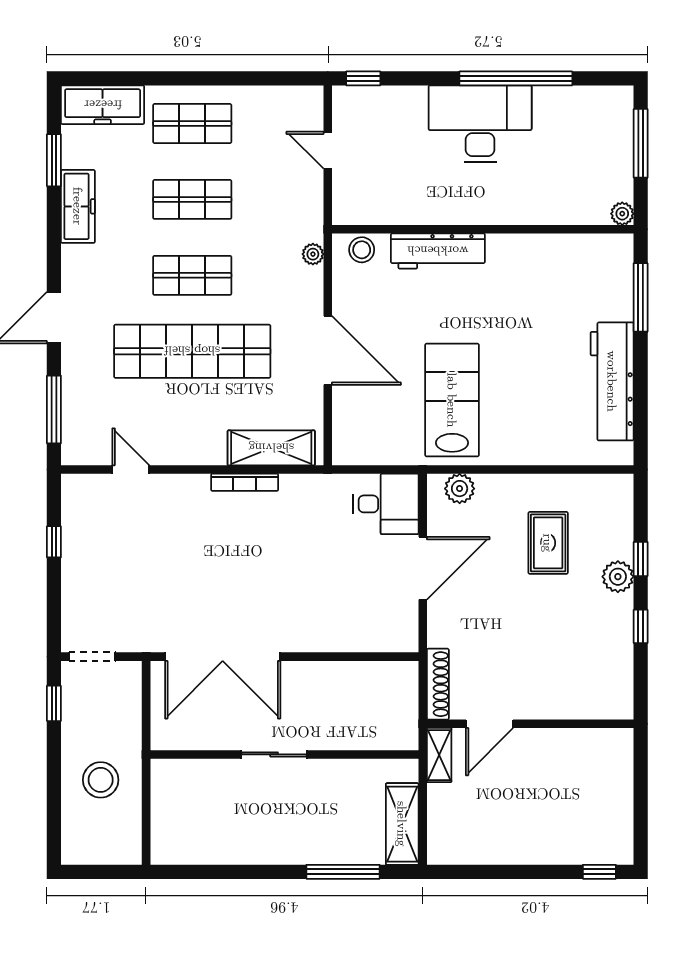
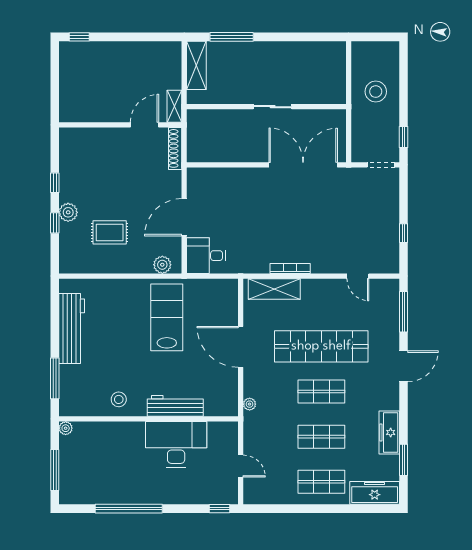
desk: (480, 124) -> (176, 444), moved, turned 180
stool: (362, 250) -> (119, 399), moved
lab bench: (452, 400) -> (167, 317), turned 180
rug: (548, 543) -> (110, 232), turned 90

